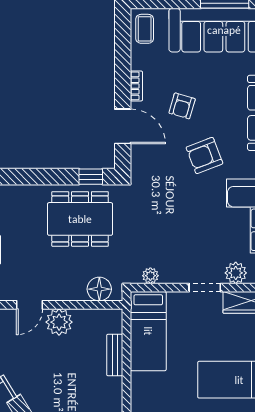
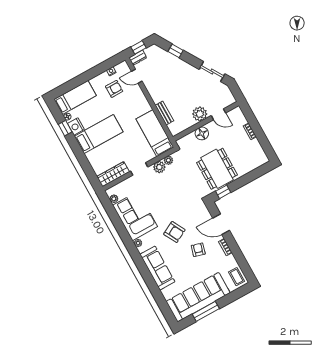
armchair: (204, 155) -> (174, 232), turned 83
dining table: (80, 219) -> (217, 169), turned 90
plant: (236, 273) -> (159, 167), moved
floor lamp: (99, 289) -> (202, 133), moved
door: (29, 305) -> (218, 114), swing flipped

